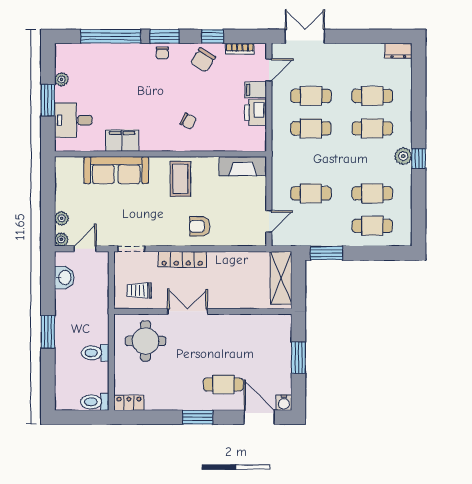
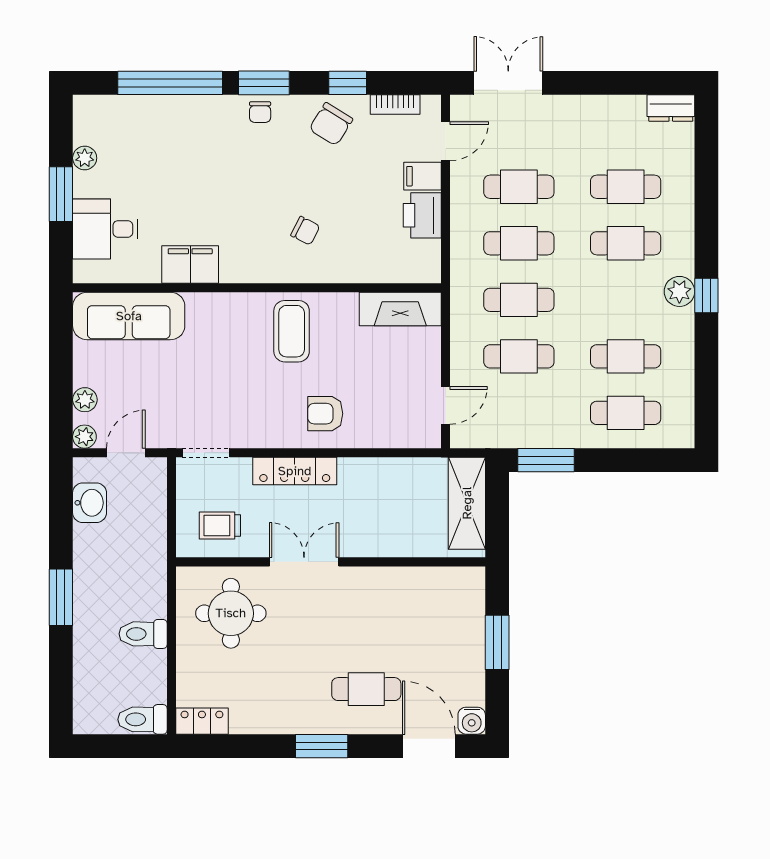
cafe table: (311, 161) -> (519, 300), added
sofa: (116, 170) -> (129, 316), moved

